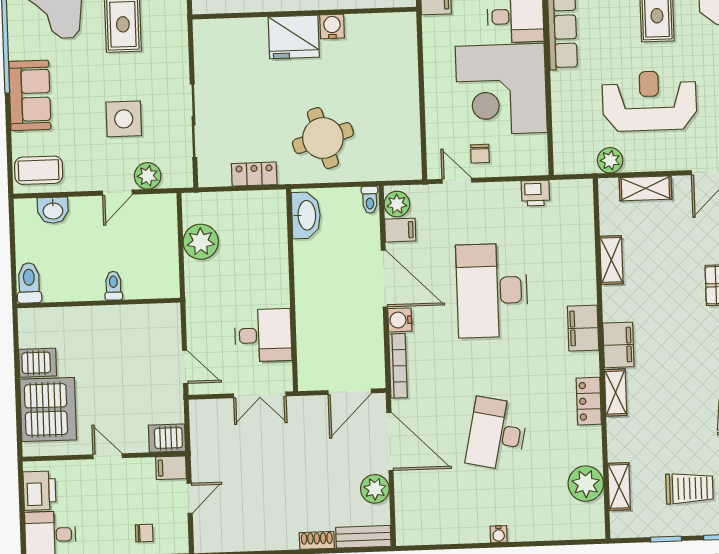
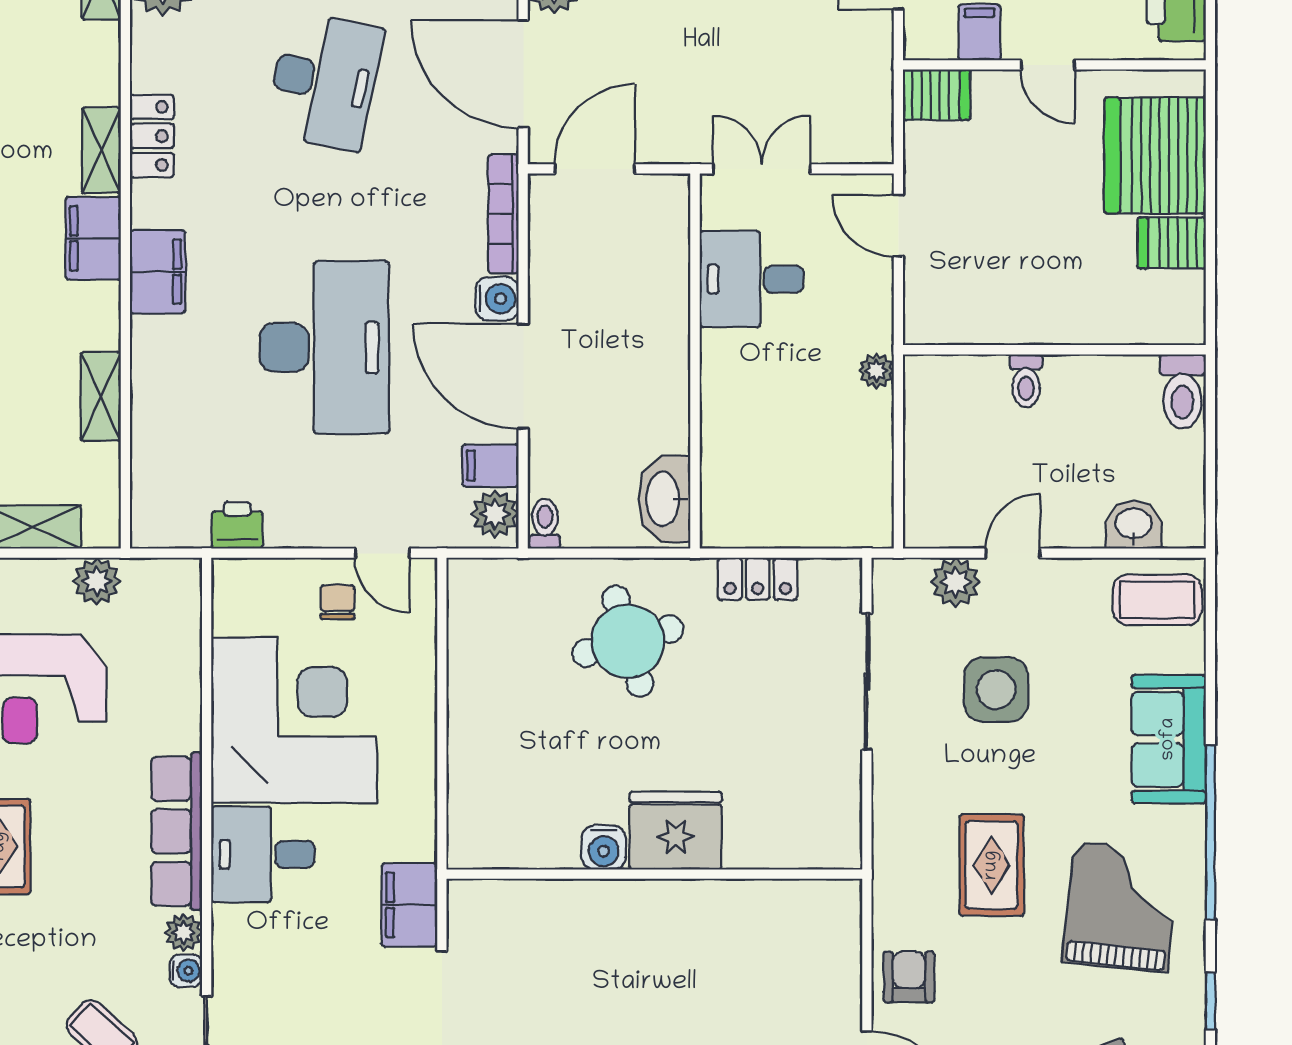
plant: (201, 242) -> (877, 371), moved, width x0.53, depth x0.53
filing cabinet: (171, 468) -> (980, 32), moved, turned -90

